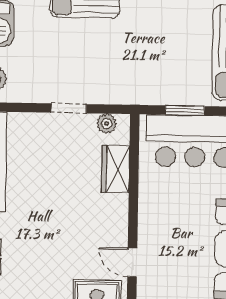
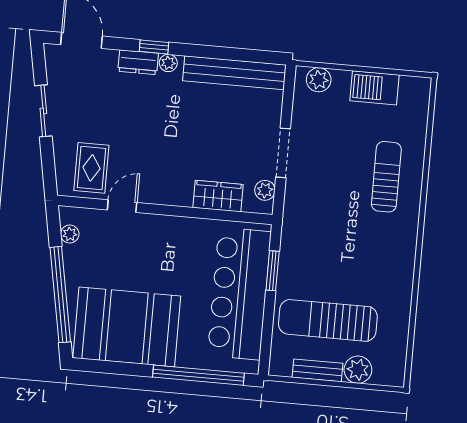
doorway: (69, 108) -> (283, 153), width x1.38

